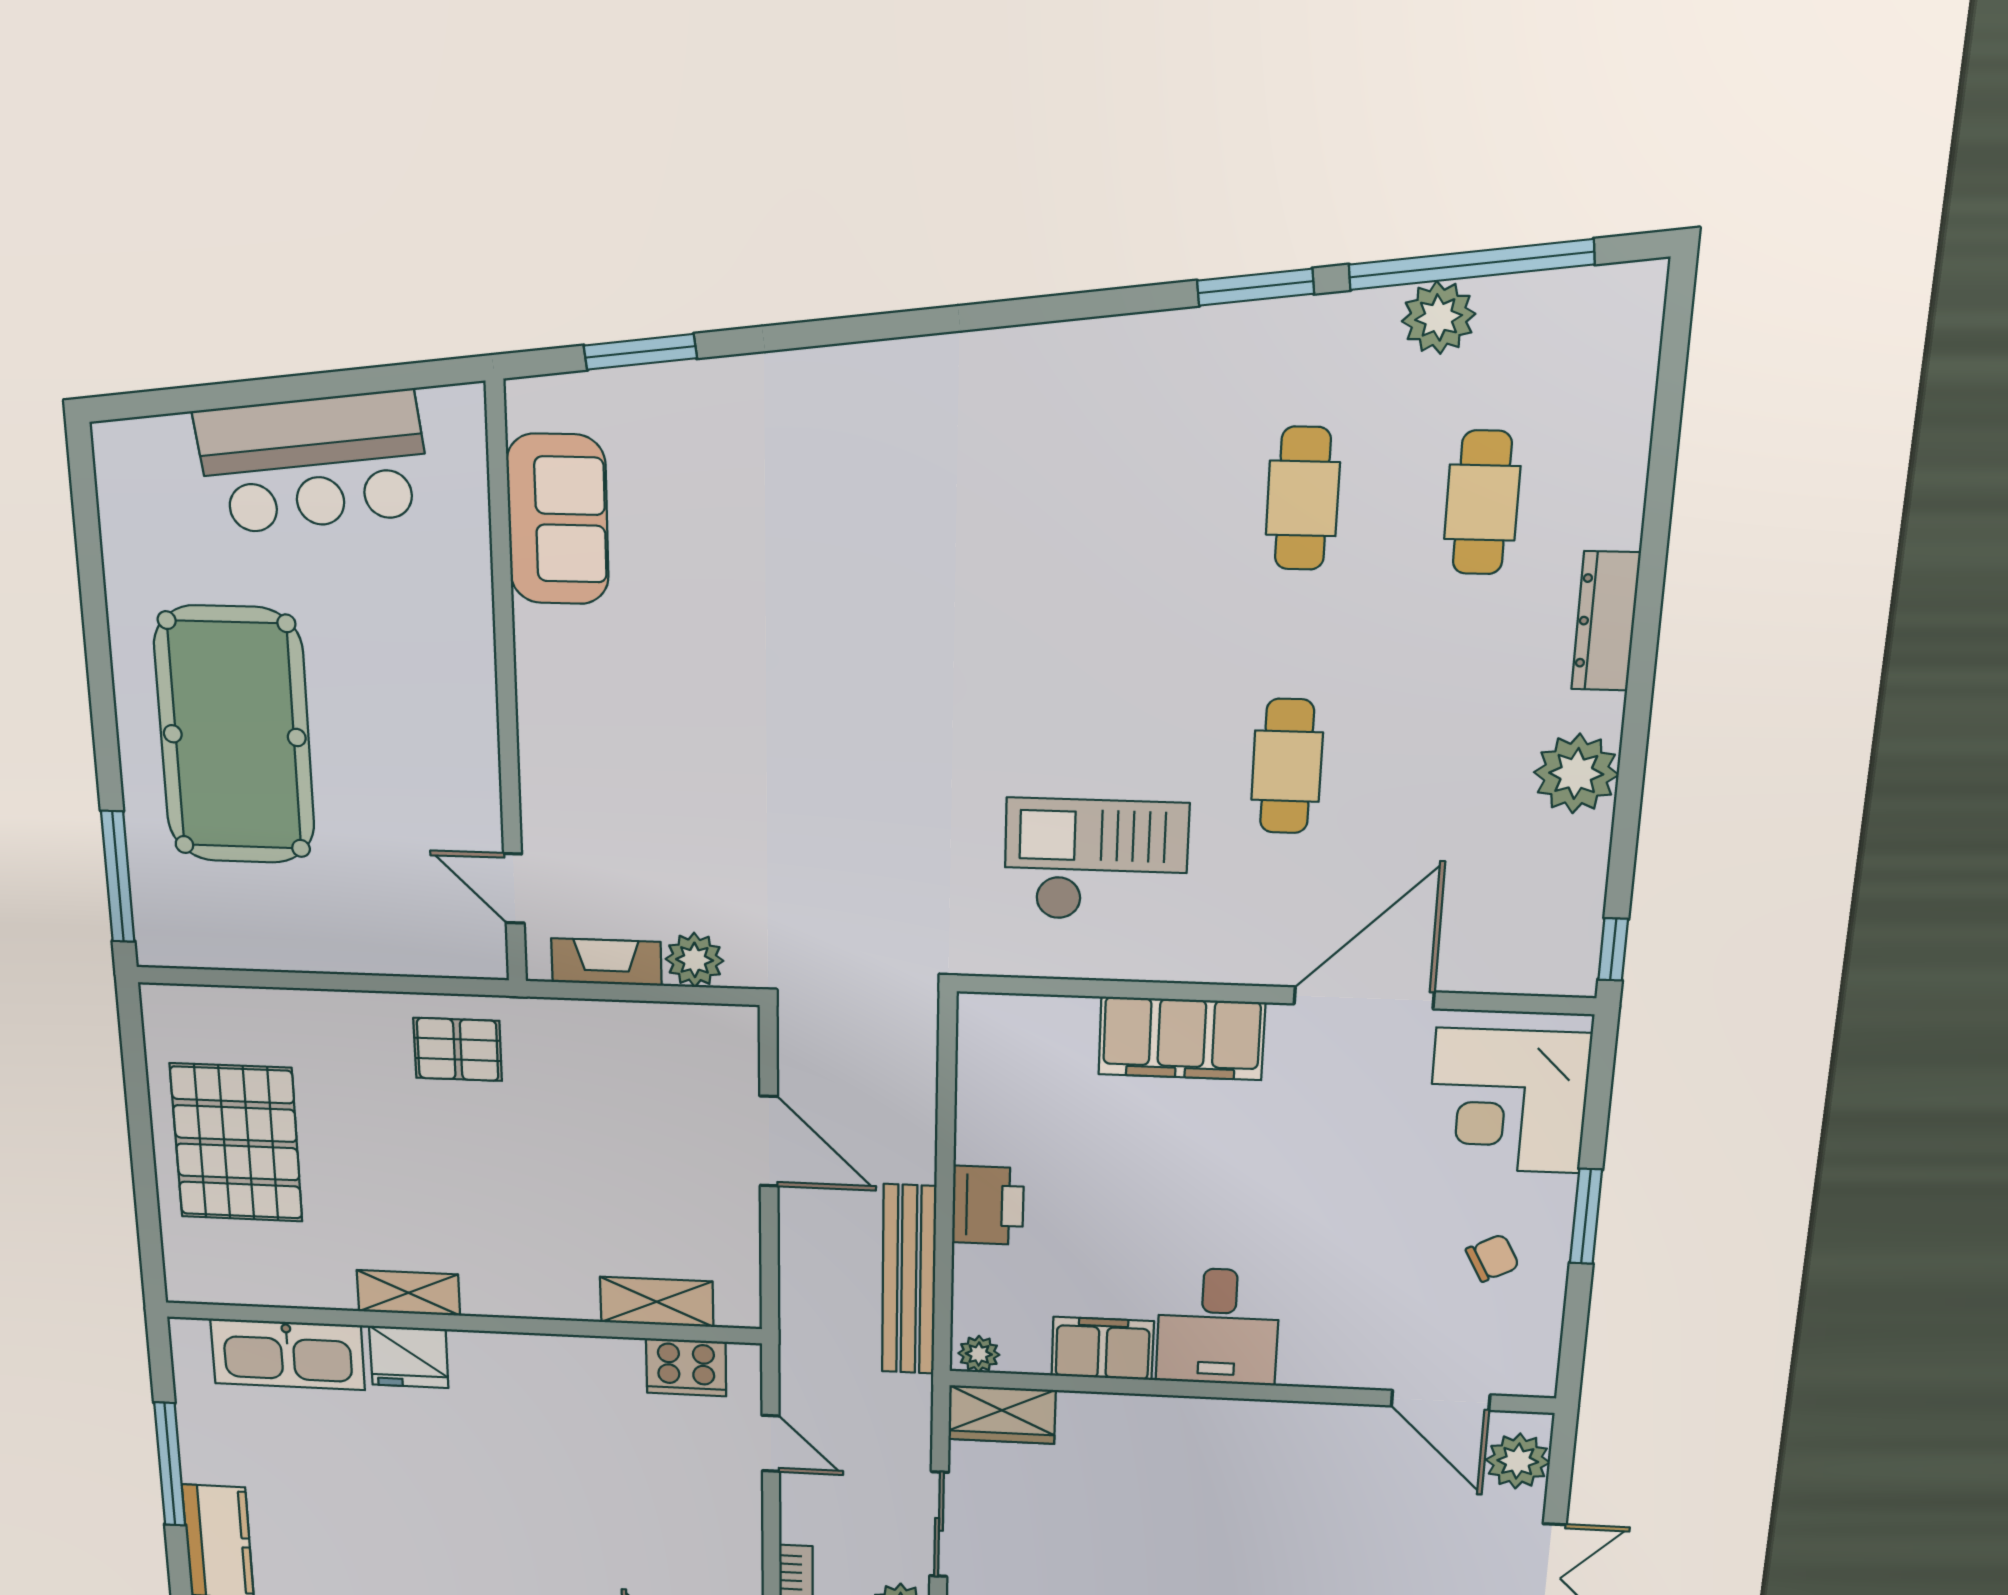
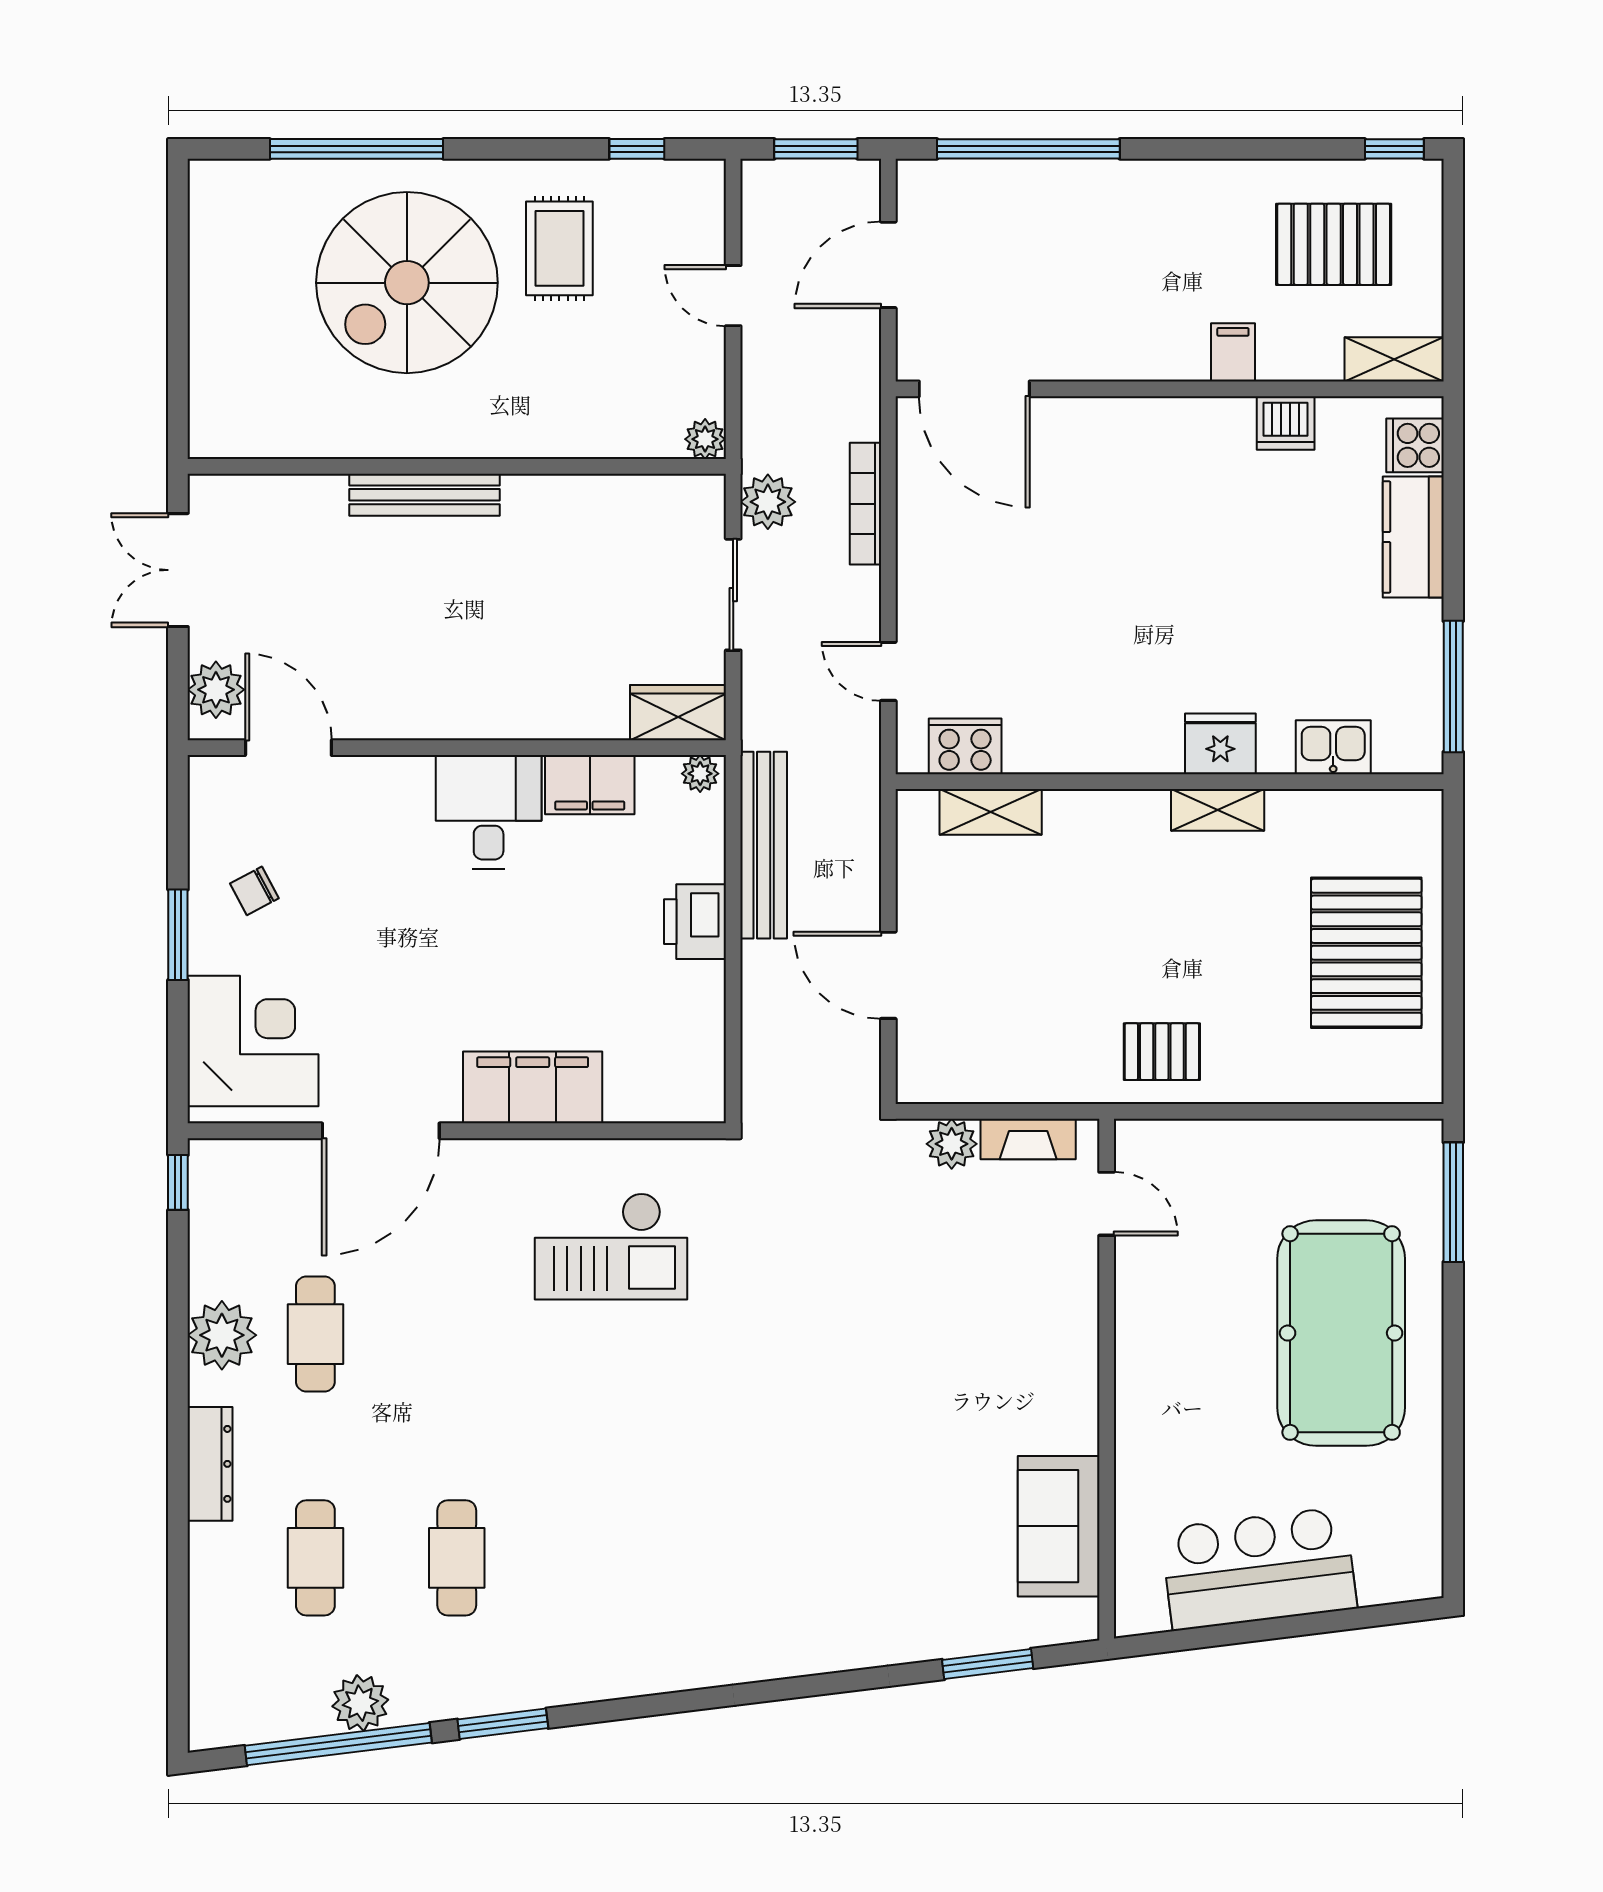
cafe table: (1287, 766) -> (315, 1334), moved
kitchen sink: (288, 1354) -> (1333, 747), width x0.53, depth x0.81
window: (170, 1464) -> (1453, 686), moved

